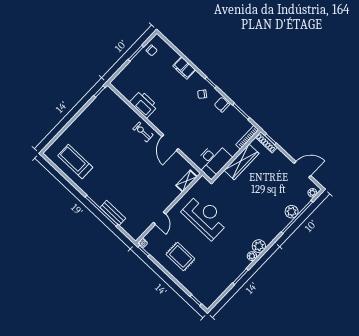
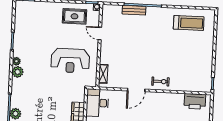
printer: (144, 104) -> (195, 101), moved
door: (170, 143) -> (136, 90), swing flipped
rug: (180, 256) -> (74, 16), moved

